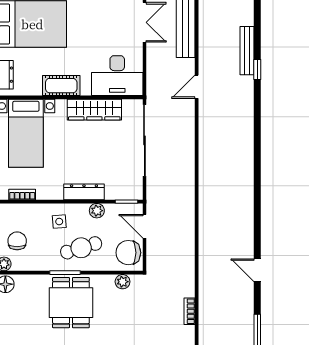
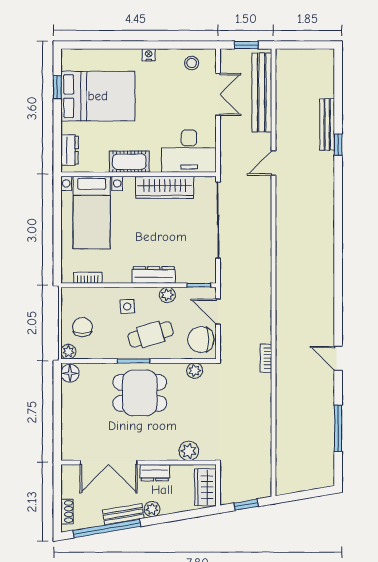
dining table: (71, 303) -> (140, 393), turned 90
bookcase: (189, 311) -> (266, 358), moved

